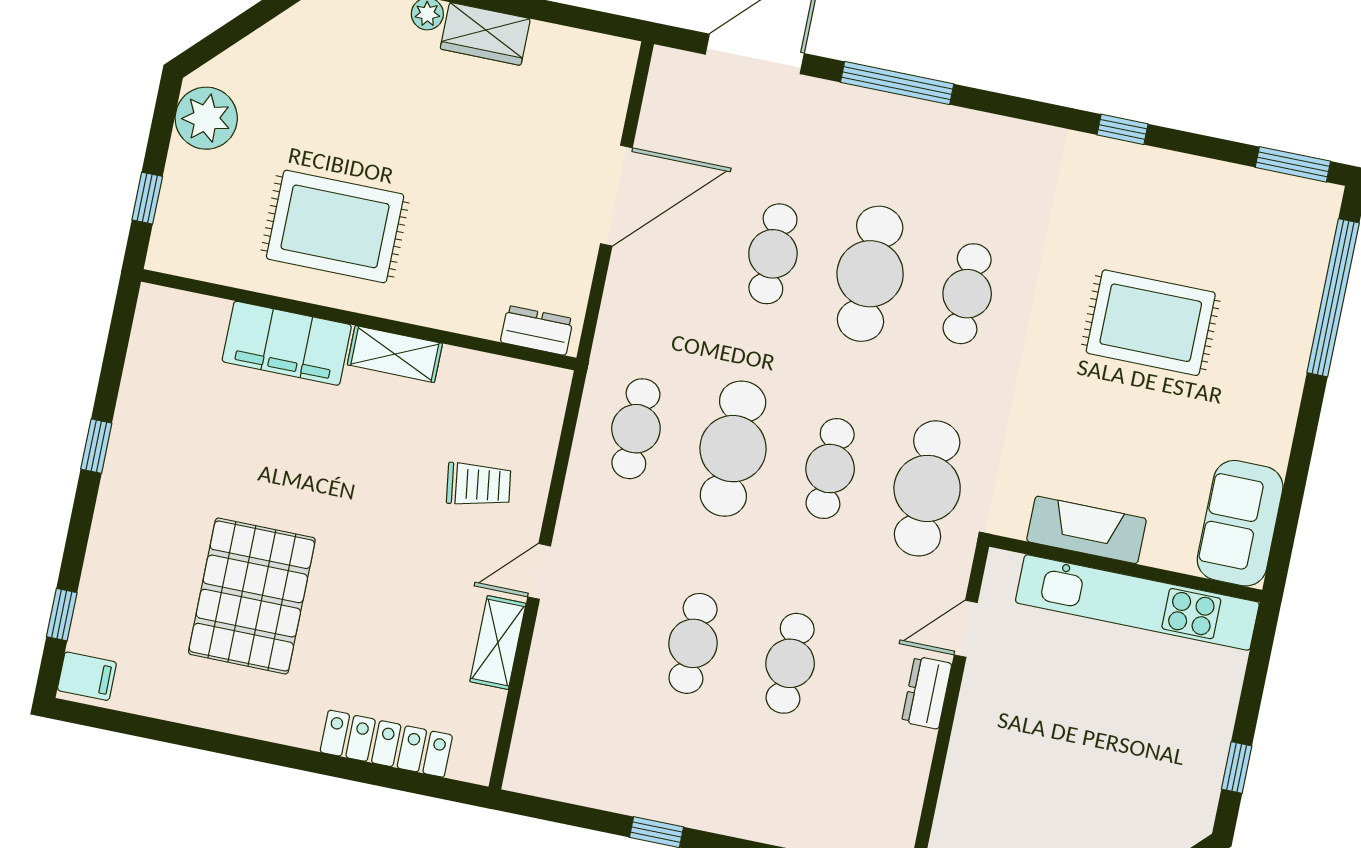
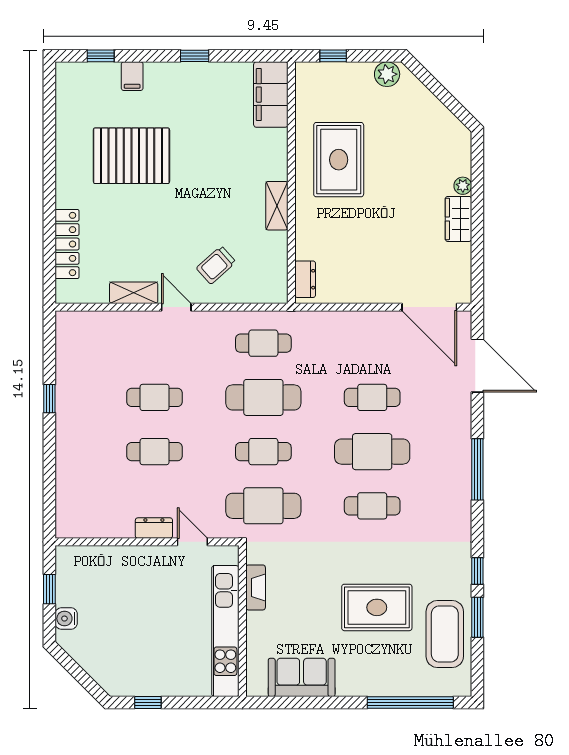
window: (897, 83) -> (477, 469), moved
plant: (206, 118) -> (387, 74), width x0.73, depth x0.73
window: (1293, 164) -> (477, 617), moved
door: (616, 196) -> (429, 307), moved
coffee table: (1223, 211) -> (445, 634), added
rug: (1151, 323) -> (377, 607), turned 90
filing cabinet: (287, 343) -> (271, 95), moved
trolley: (479, 485) -> (216, 265), turned 56
sofa: (1240, 523) -> (302, 677), moved
fireplace: (1086, 530) -> (256, 587), width x0.73, depth x0.76
filing cabinet: (87, 676) -> (132, 76), moved

